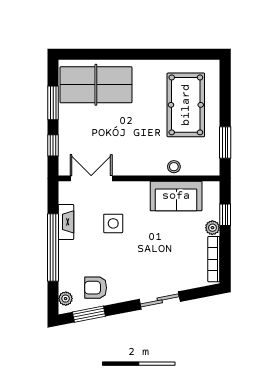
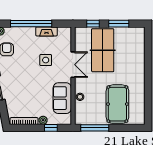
table tennis table: (96, 85) -> (103, 50), moved
pool table: (186, 105) -> (117, 104), turned 90
window: (225, 143) -> (95, 128), width x1.44
double door: (91, 178) -> (73, 65), moved

